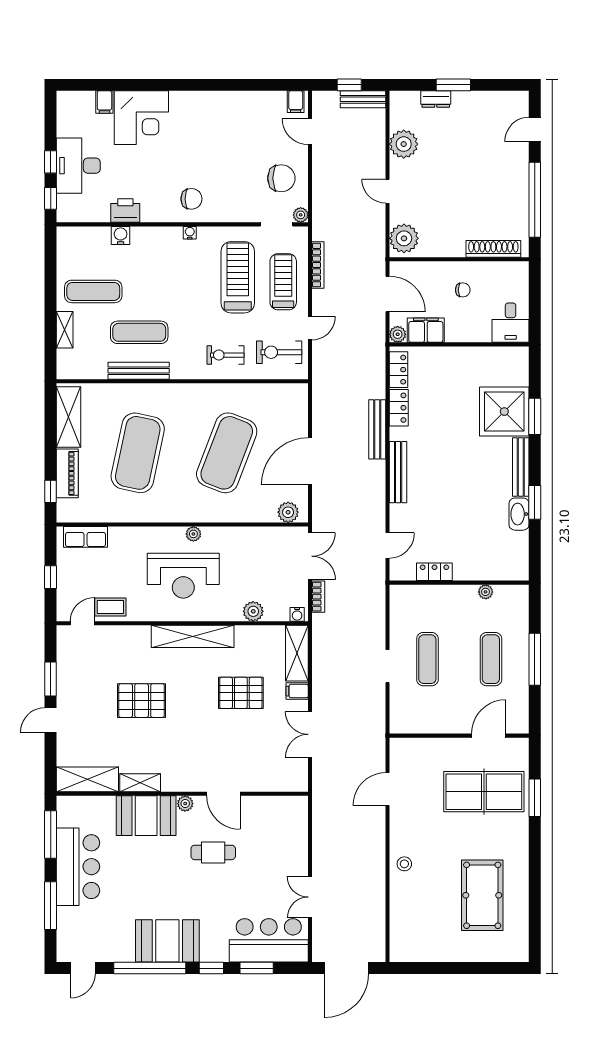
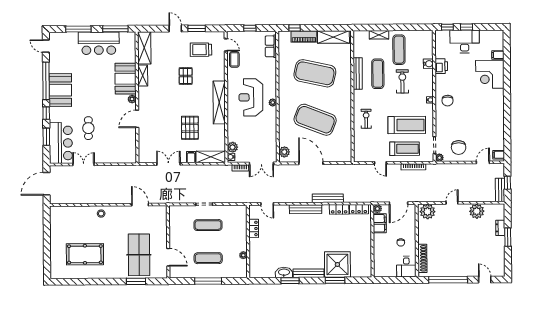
desk: (511, 323) -> (406, 267), moved, turned -90
exercise bike: (279, 352) -> (402, 81), moved
plant: (253, 611) -> (233, 147), moved
trolley: (91, 671) -> (201, 50), added
pallet: (142, 701) -> (186, 76), width x0.67, depth x0.71
cafe table: (213, 852) -> (88, 128), moved
door: (347, 968) -> (47, 184), hinge flipped

